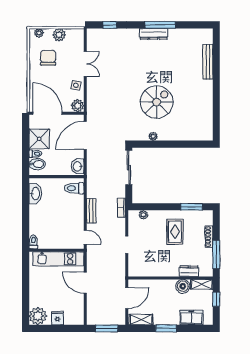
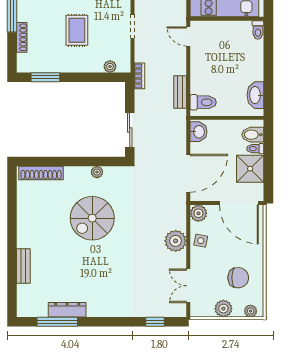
window: (160, 25) -> (57, 322), moved
dresser: (154, 34) -> (67, 310), moved
chair: (48, 58) -> (238, 278), turned -90
bench: (208, 62) -> (23, 266), width x0.73
double door: (85, 64) -> (188, 286), moved
plant: (95, 85) -> (176, 241), added
shoe rack: (195, 136) -> (41, 173), added
sliding door: (129, 168) -> (130, 130), width x0.73
bench: (91, 211) -> (180, 92), moved
rug: (175, 232) -> (77, 30), moved

